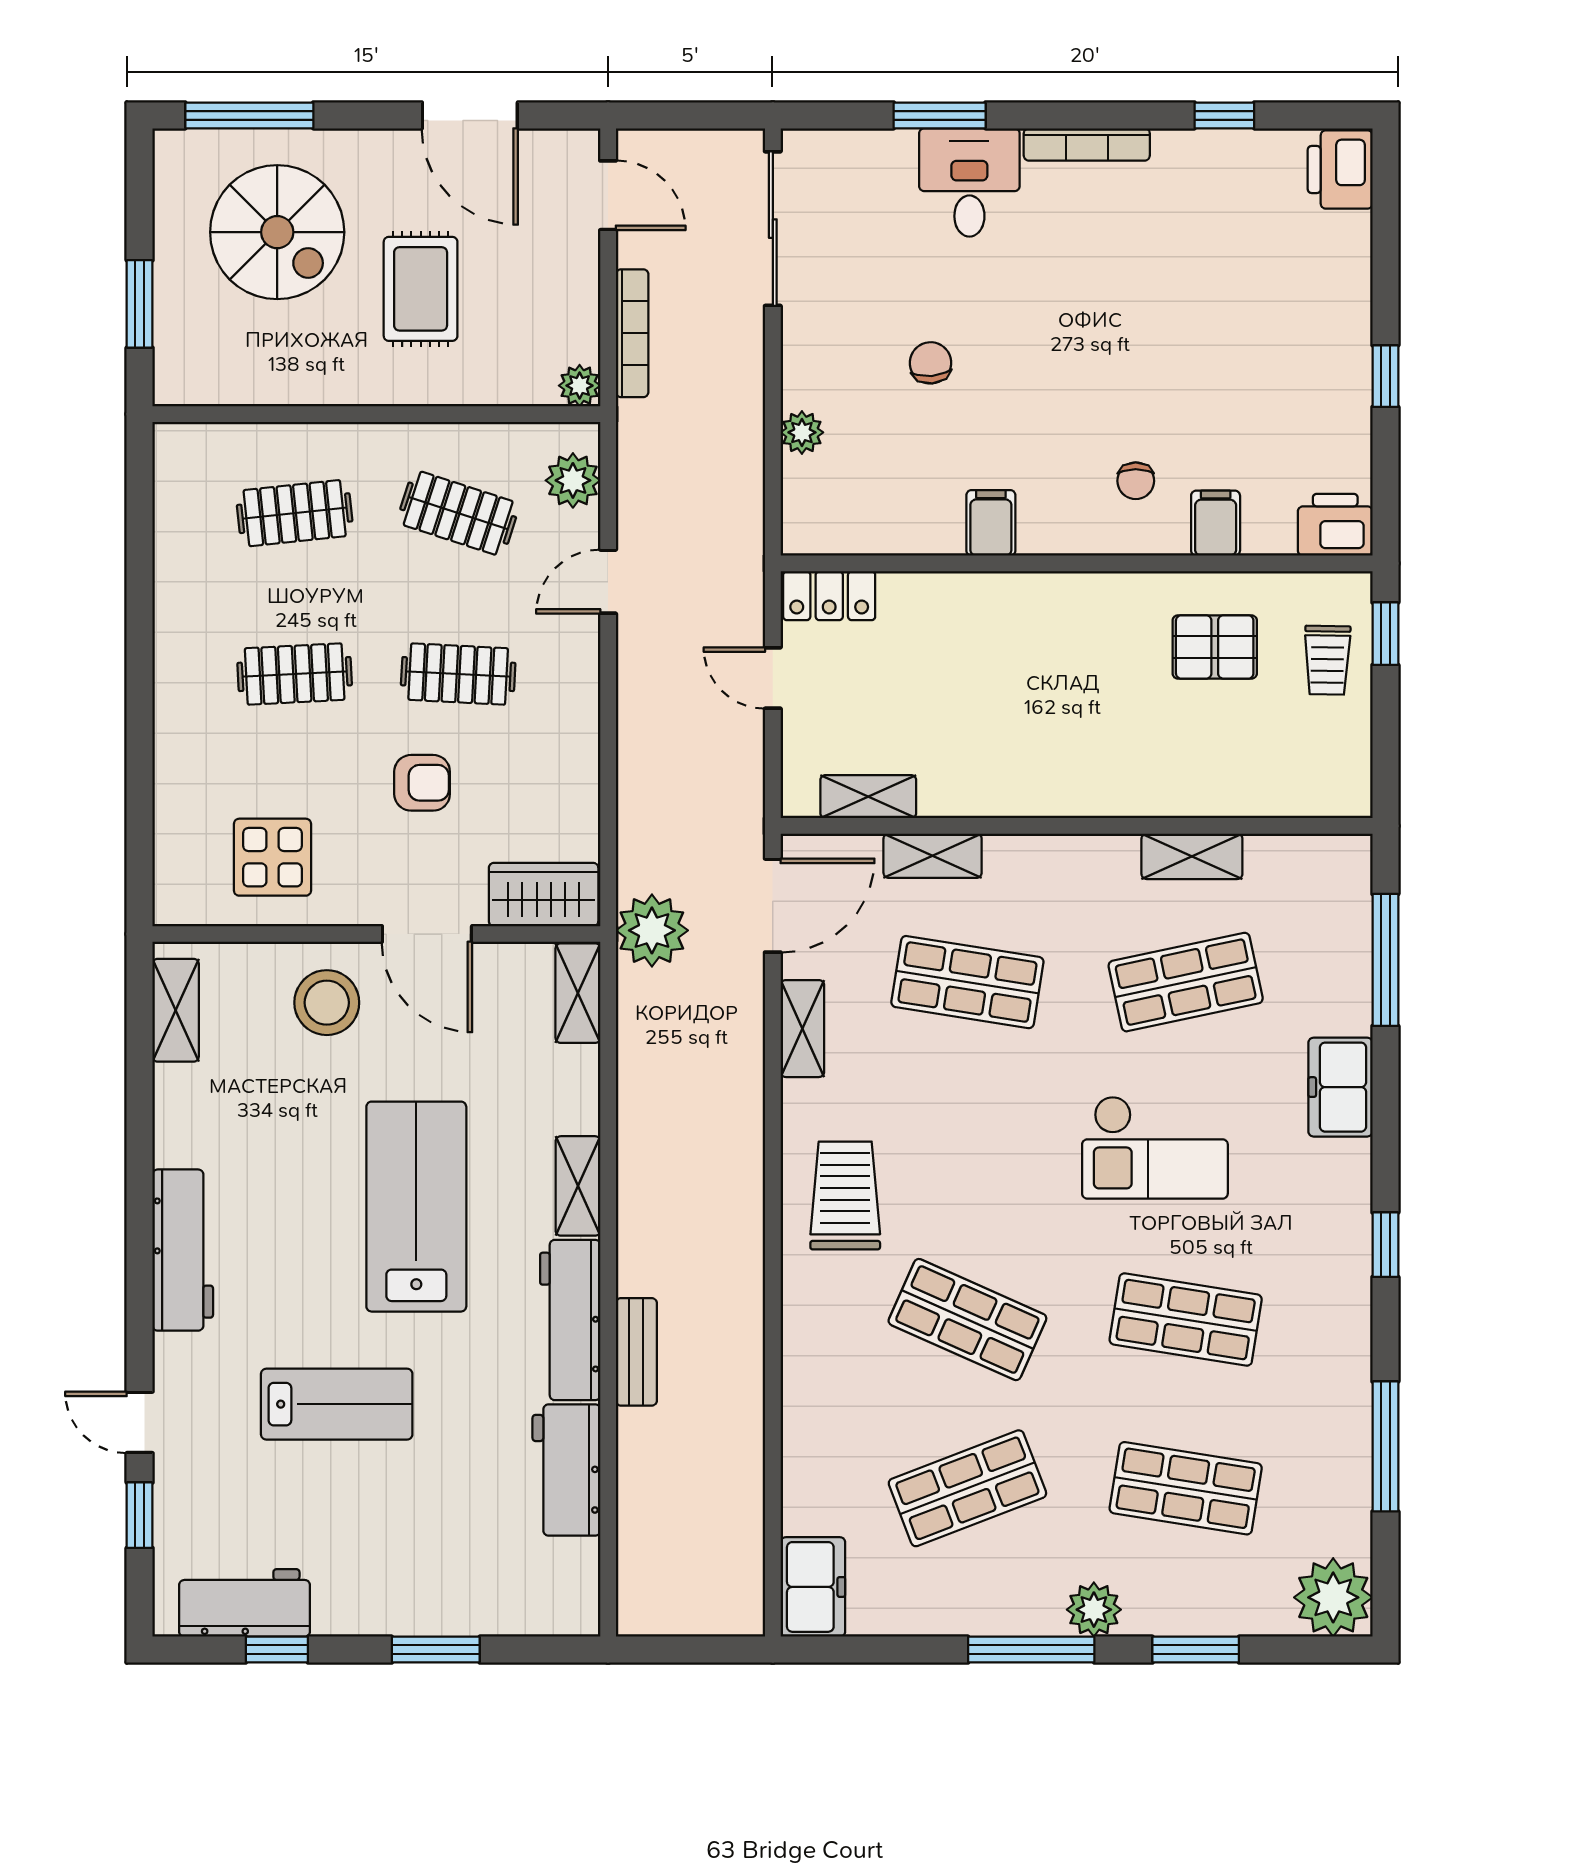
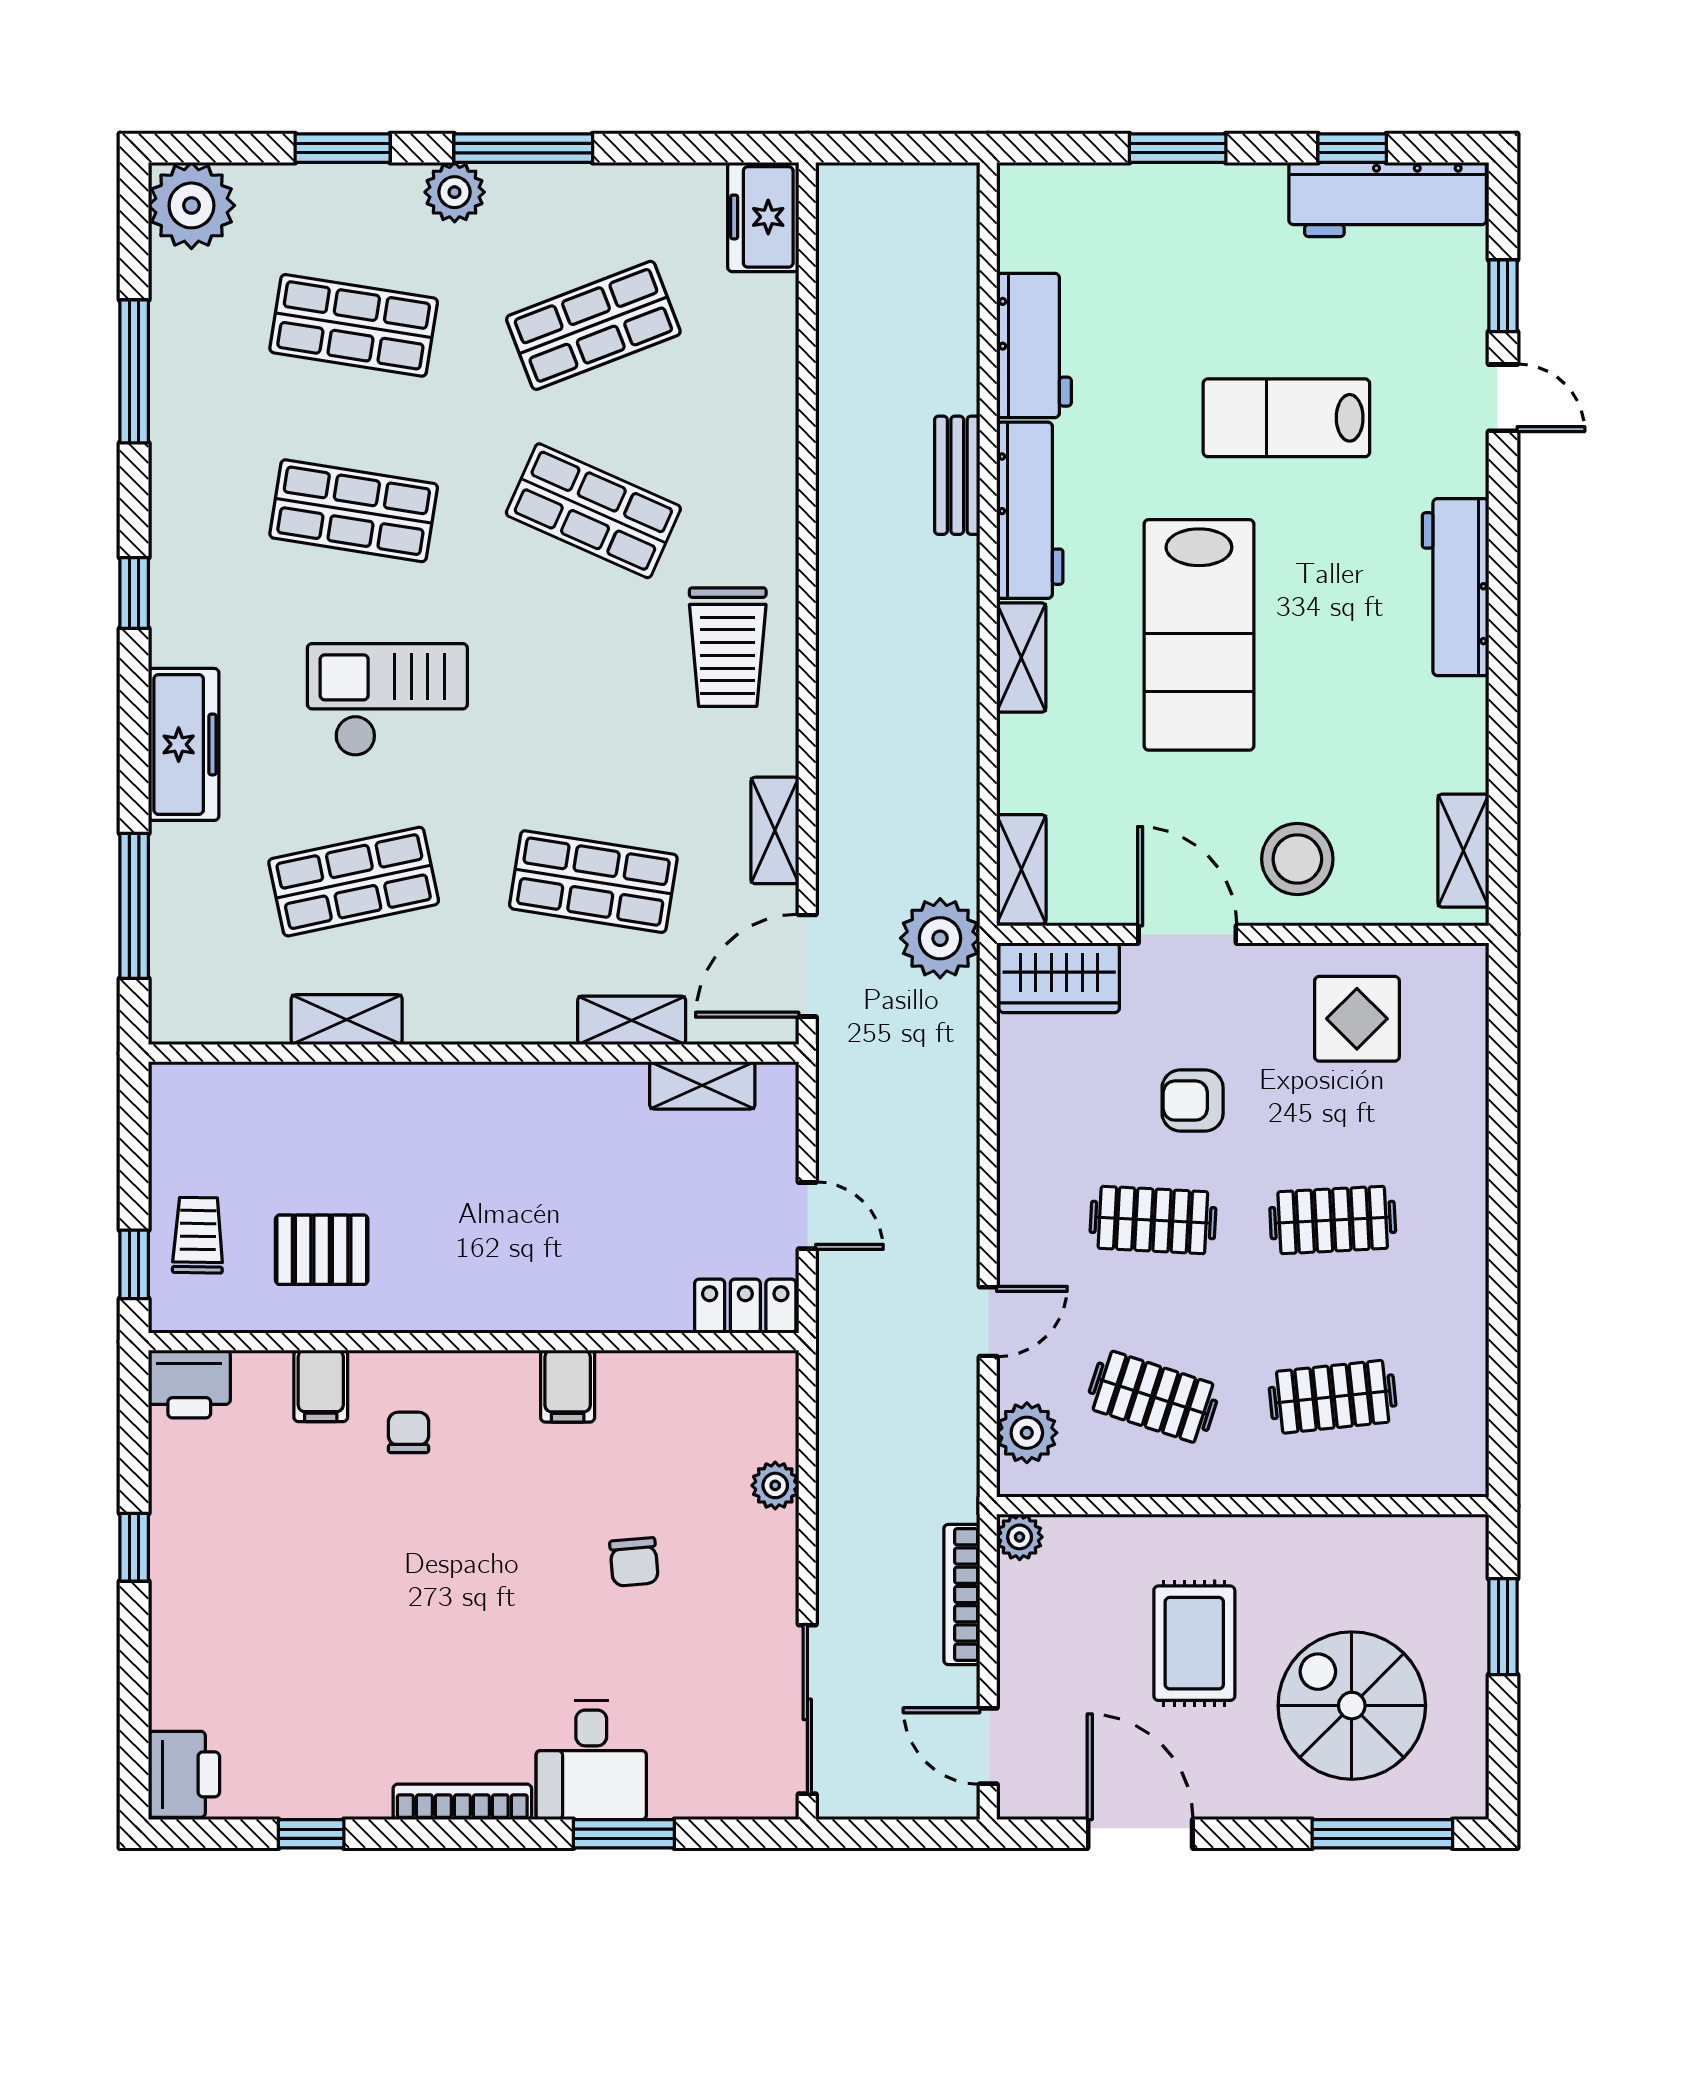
freezer: (1340, 1087) -> (184, 744), width x1.40
workbench: (245, 1603) -> (1388, 199), width x1.38

